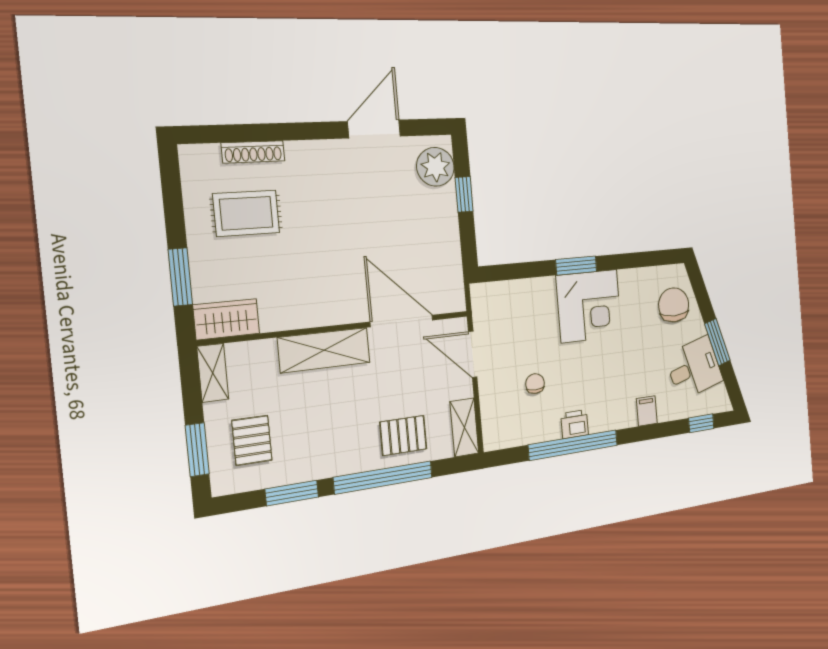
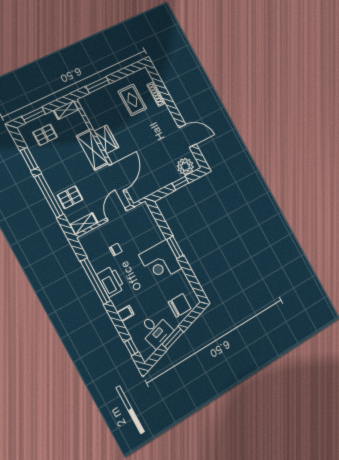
wardrobe: (226, 319) -> (106, 139), moved
printer: (575, 424) -> (111, 281), width x1.87, depth x1.48
pallet: (403, 436) -> (70, 197), turned 90

